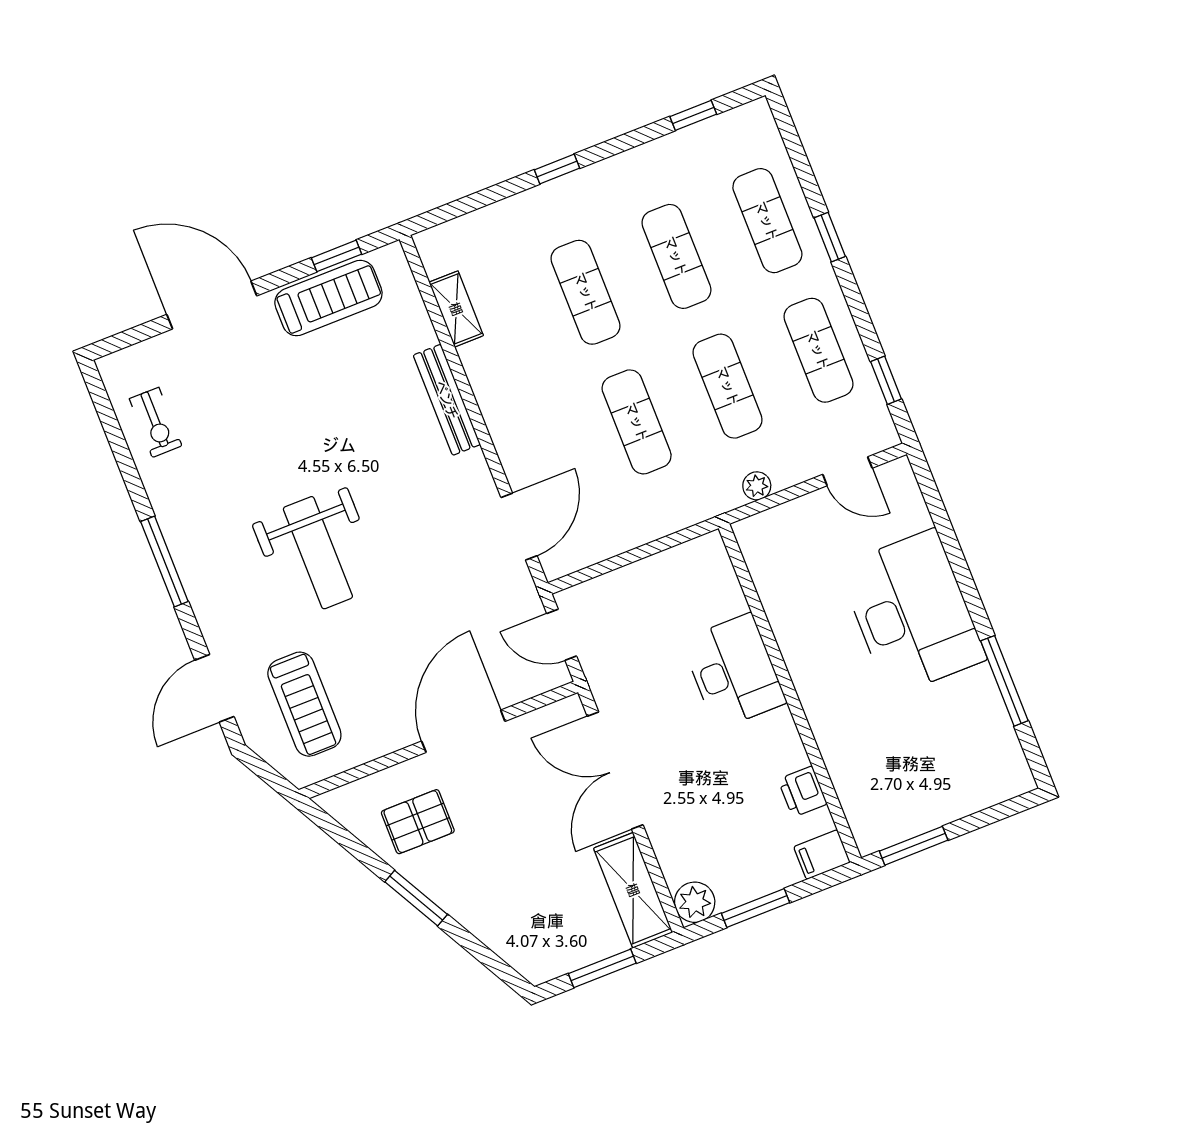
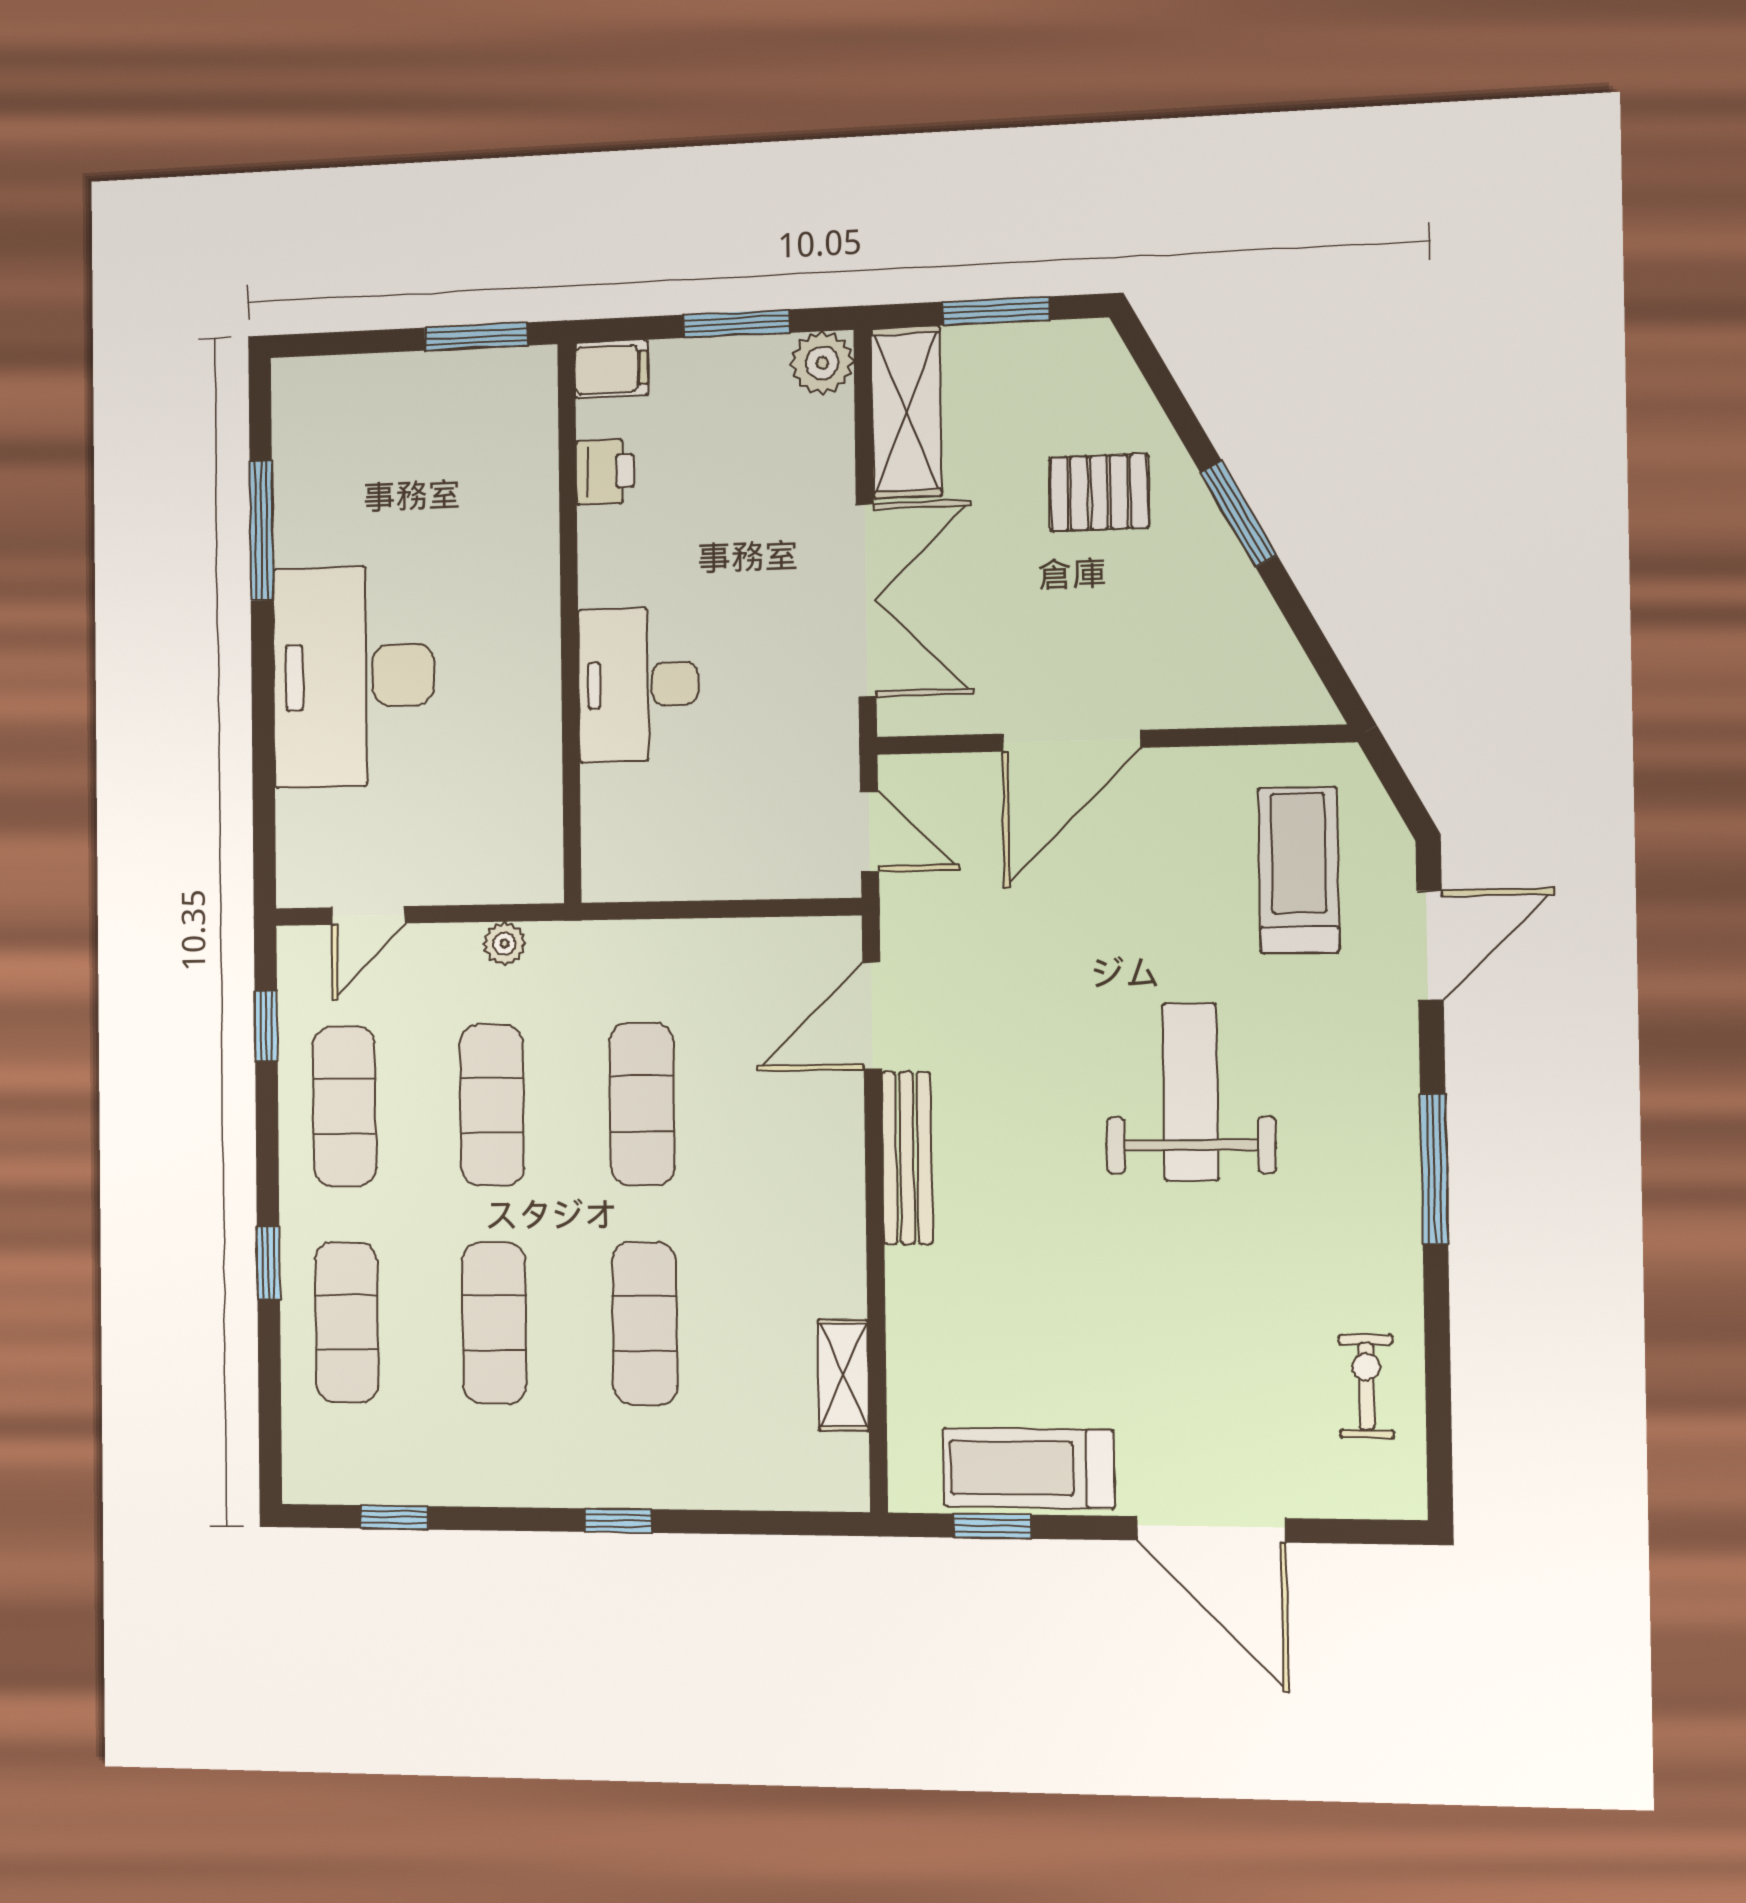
bench: (447, 400) -> (907, 1158), moved
door: (847, 471) -> (368, 915), swing flipped
pallet: (418, 822) -> (1099, 492), moved

